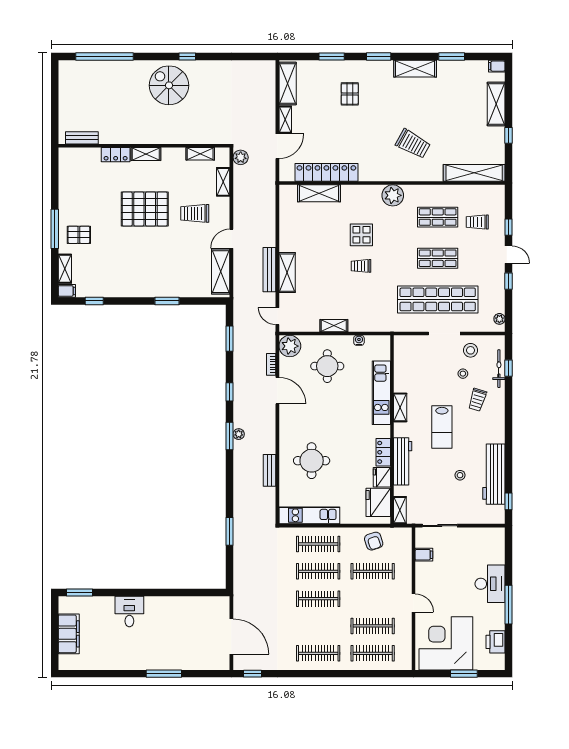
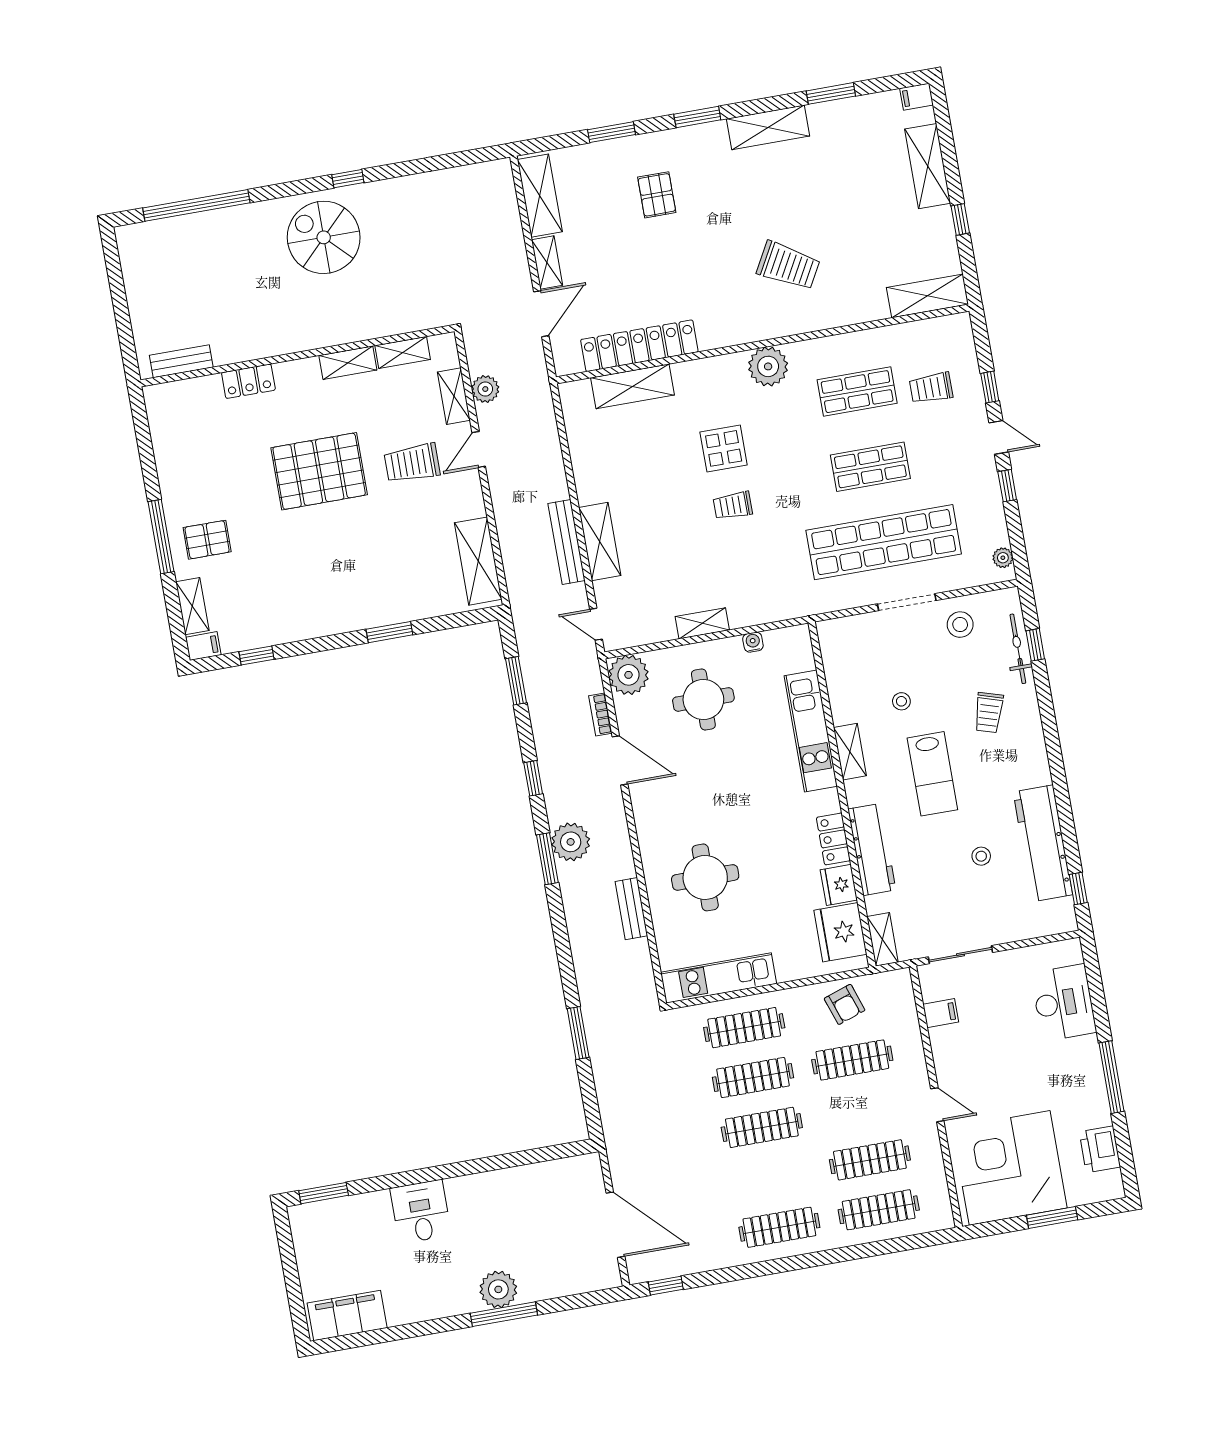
shelving: (146, 154) -> (348, 363), moved
plant: (241, 157) -> (485, 389), moved
shelving: (474, 173) -> (927, 296), width x0.68
door: (231, 239) -> (479, 449), moved
stool: (463, 374) -> (901, 701), moved
plant: (239, 434) -> (571, 842), width x1.88, depth x1.88
desk: (490, 584) -> (1064, 1003), moved
filing cabinet: (69, 634) -> (347, 1315), moved, turned -90
plant: (163, 660) -> (498, 1289), added

